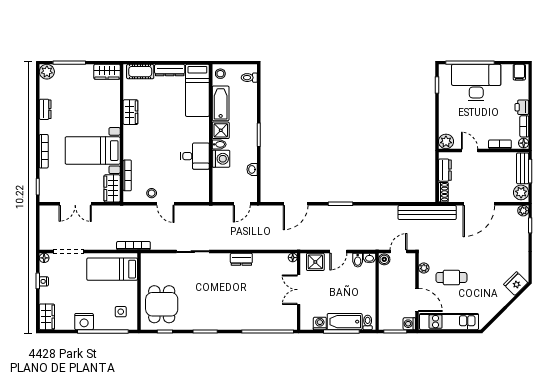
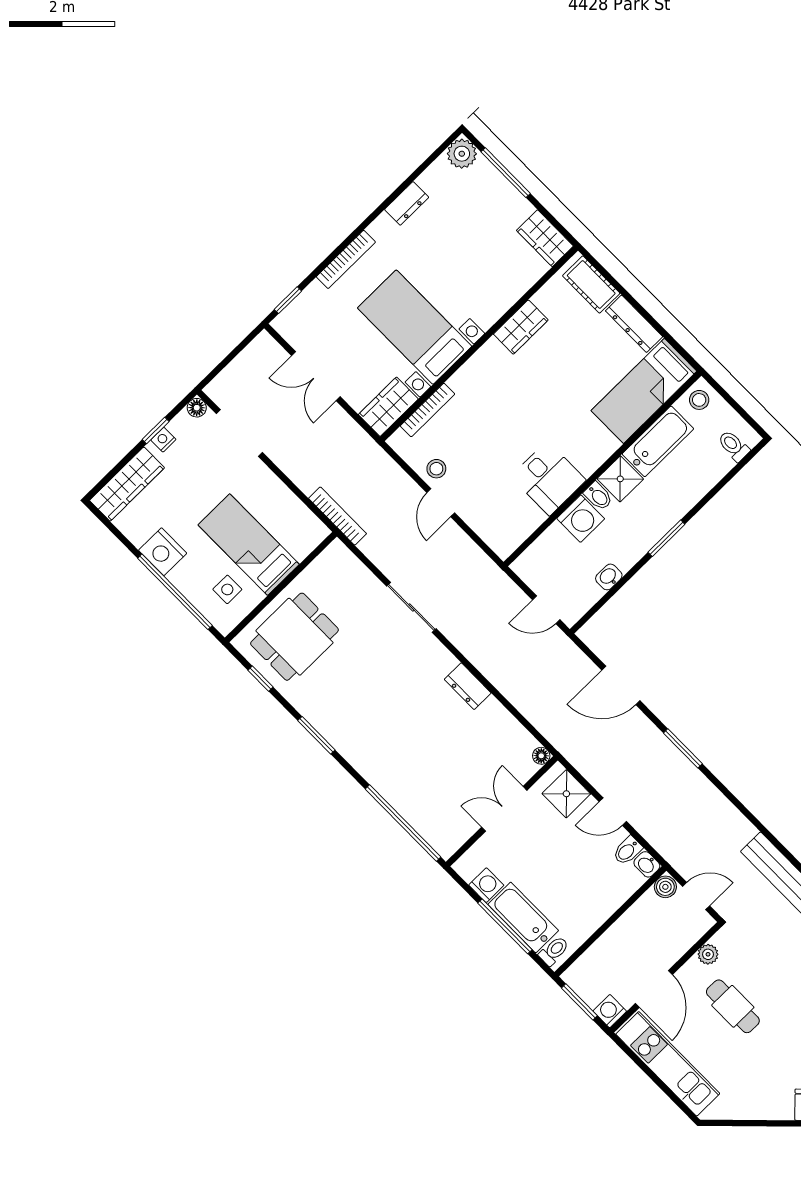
bed: (112, 269) -> (249, 545), moved
wardrobe: (47, 317) -> (127, 484), width x1.50

